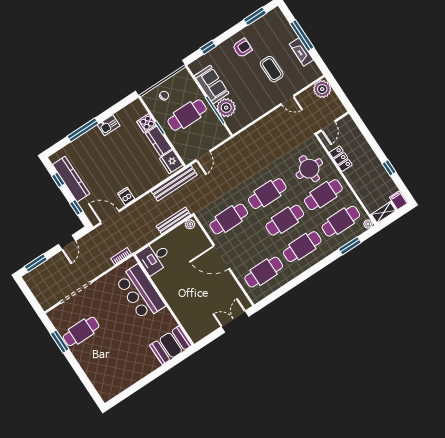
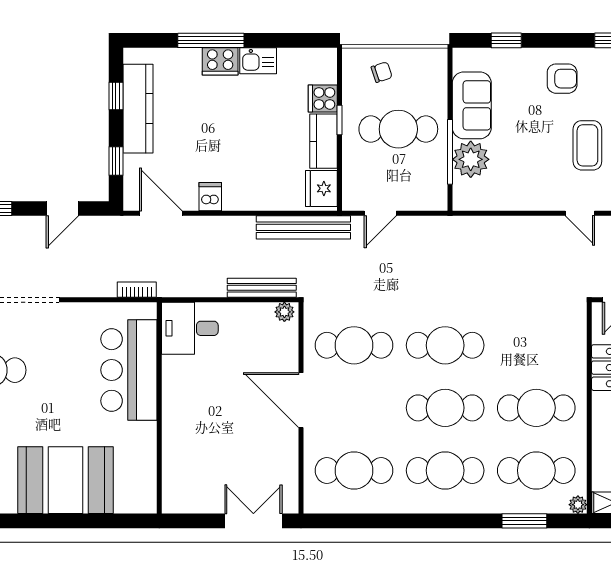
cooker: (93, 136) -> (220, 61), added
round table: (309, 169) -> (541, 350), removed
booth: (171, 345) -> (66, 480), moved, width x1.36, depth x1.42

